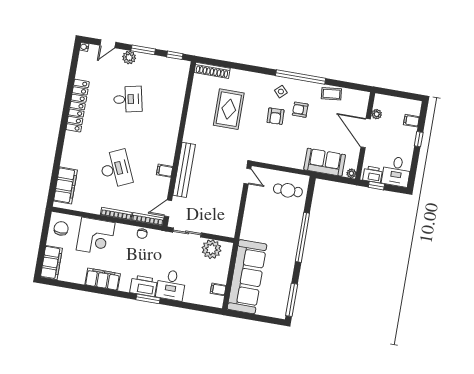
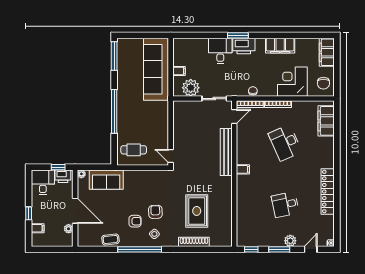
shoe rack: (212, 70) -> (194, 242), moved
filing cabinet: (165, 171) -> (243, 169), moved
filing cabinet: (218, 289) -> (179, 71), moved

